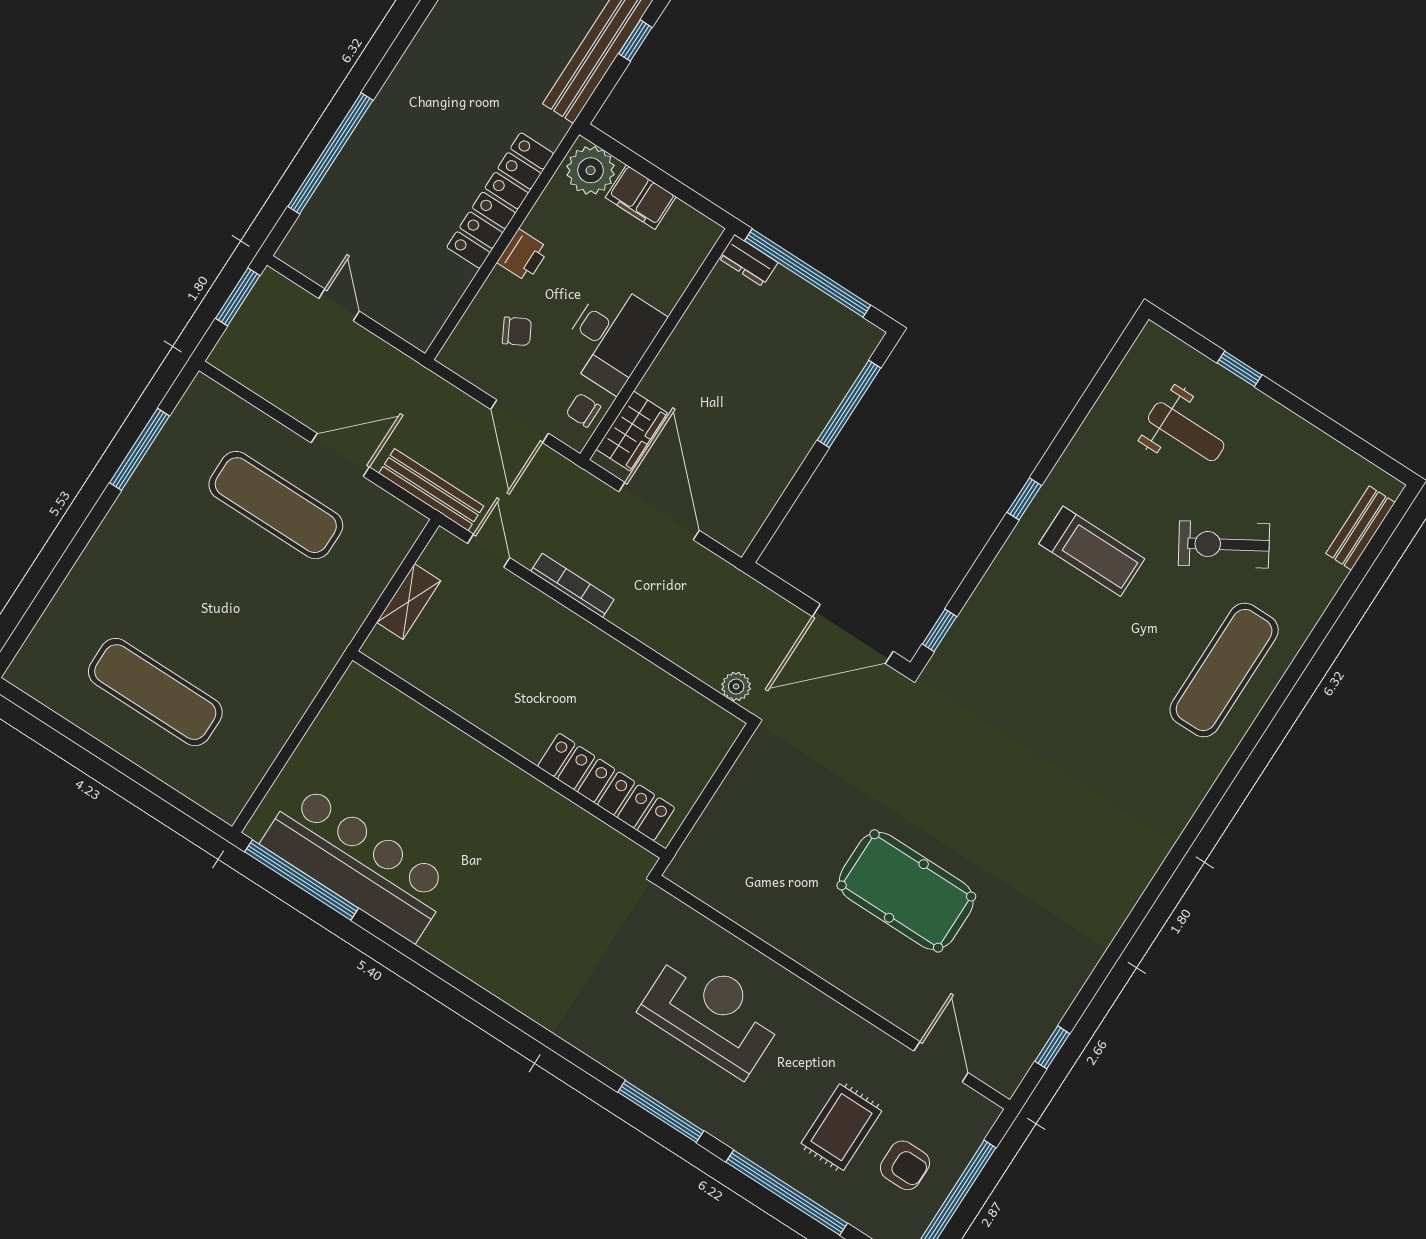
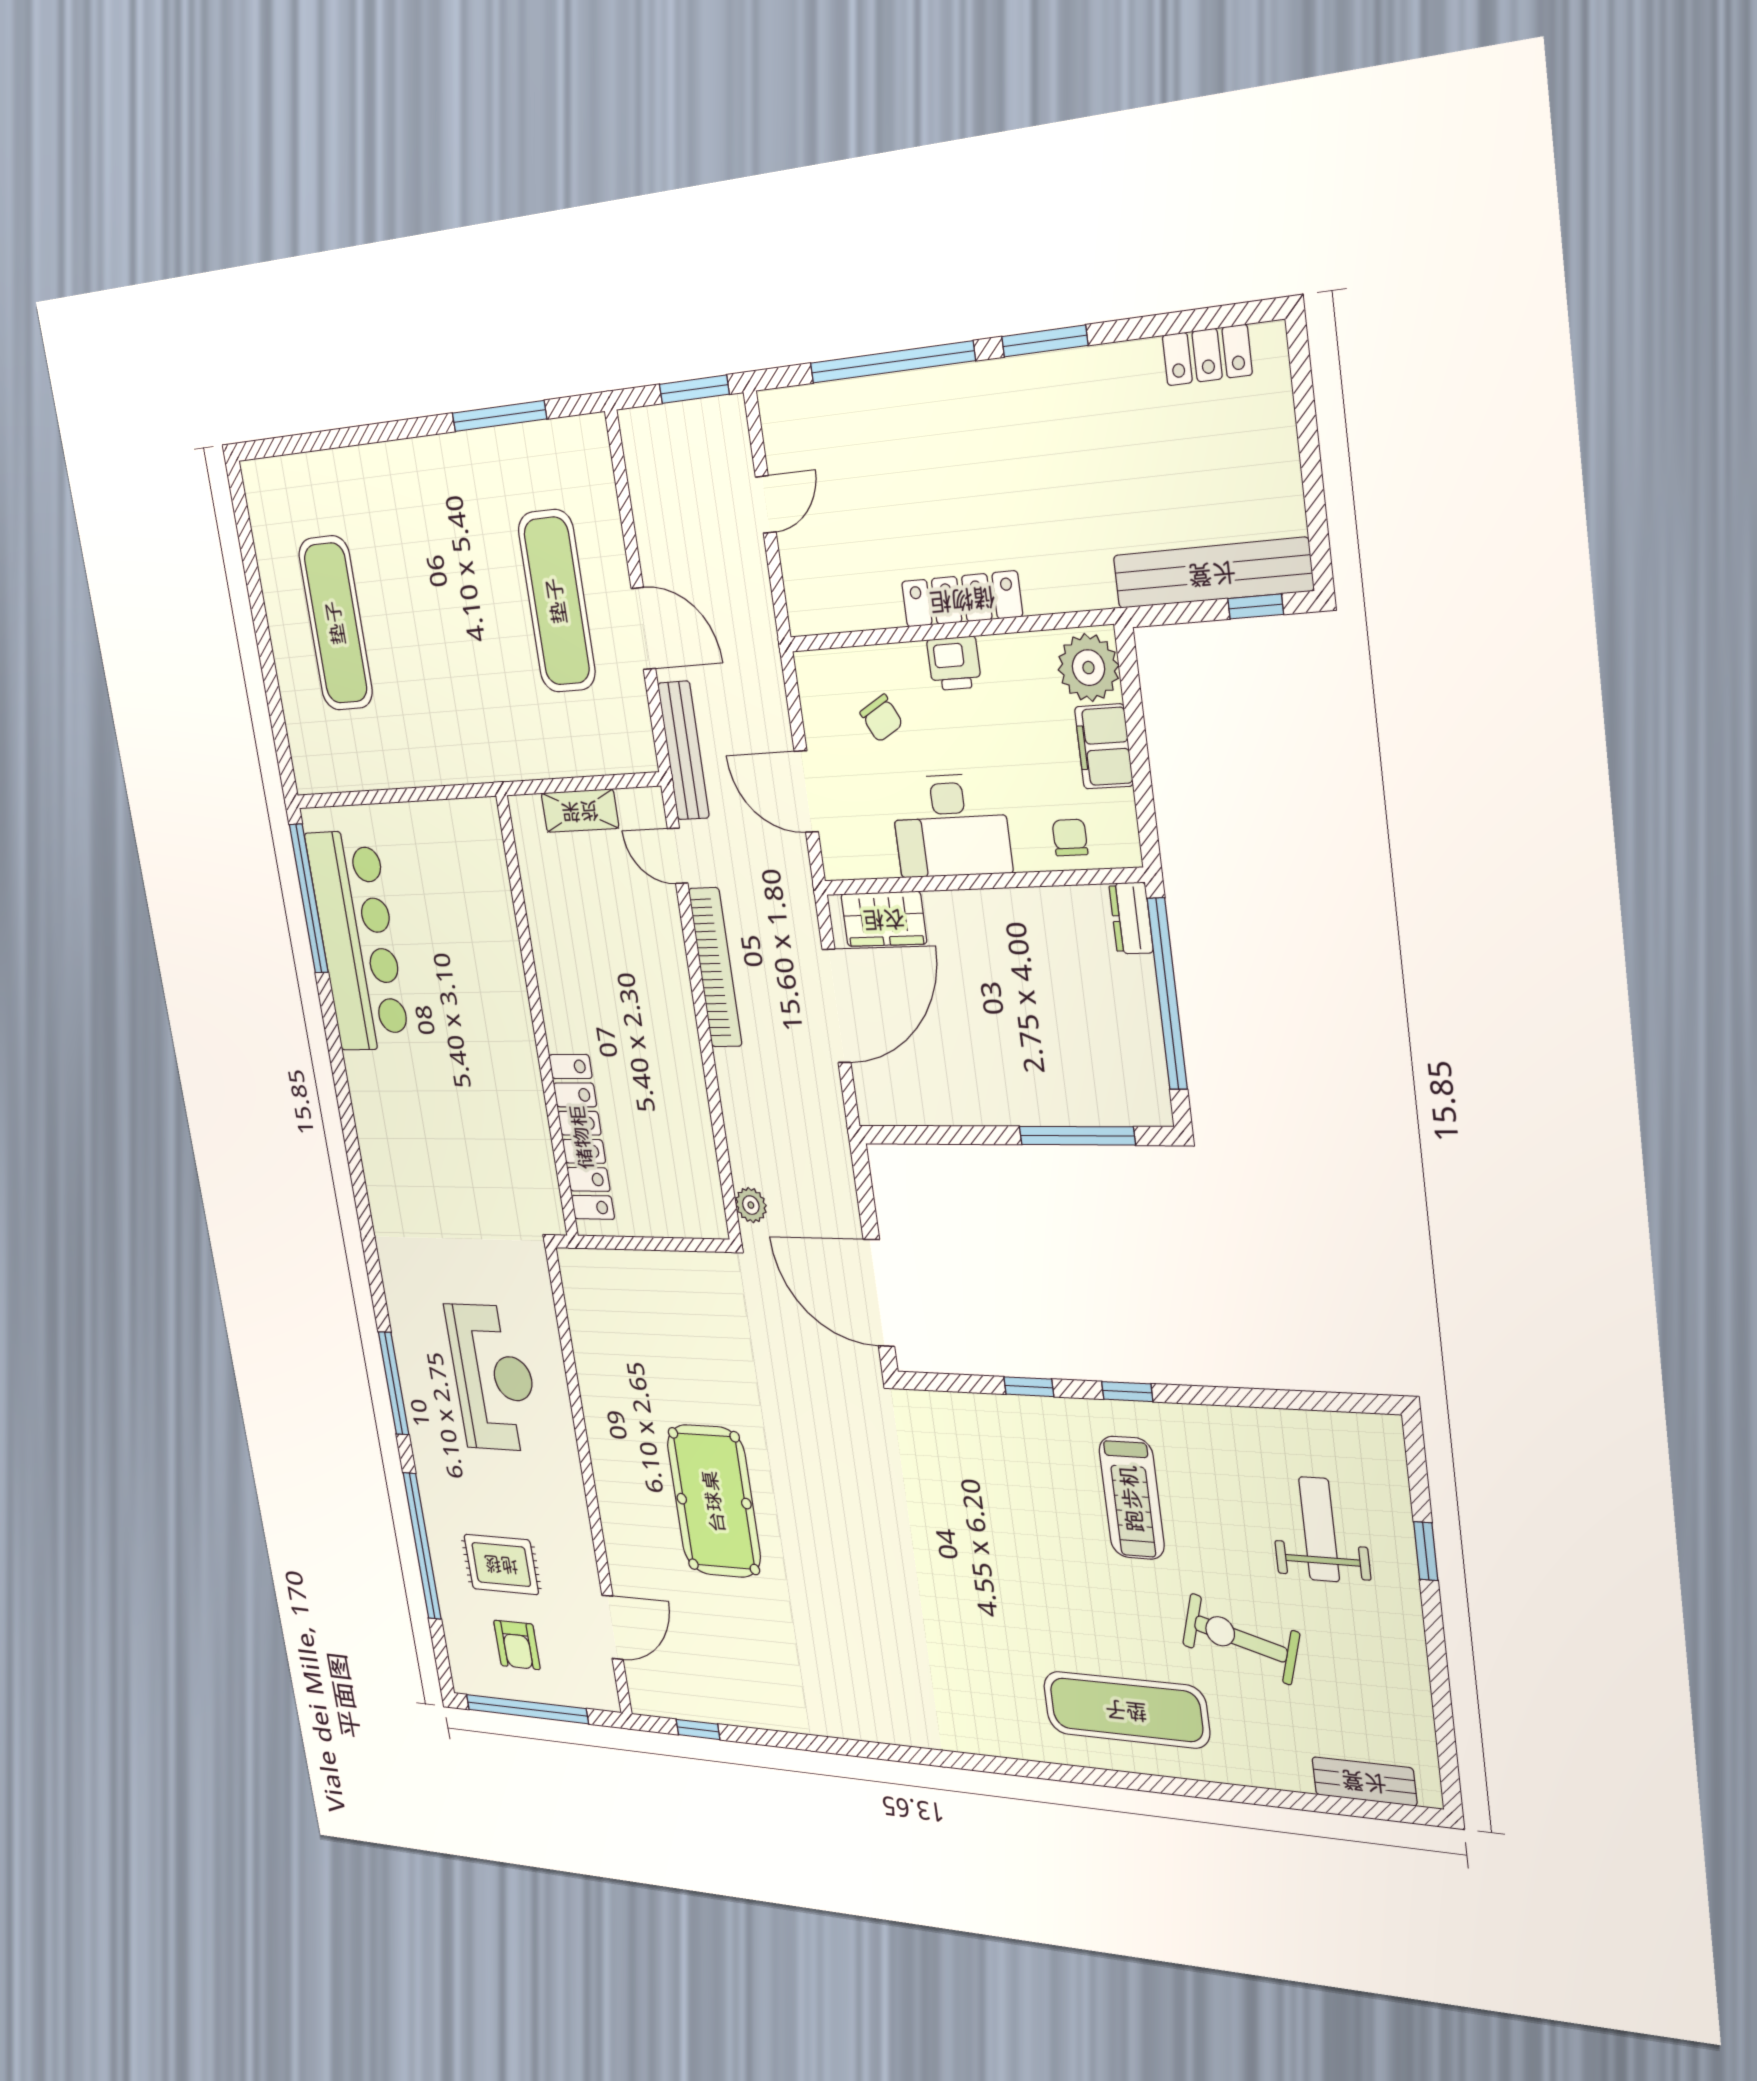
window: (397, 50) -> (1045, 341), added
locker: (500, 200) -> (962, 599), width x0.71, depth x0.83
chair: (583, 410) -> (1070, 838), moved
door: (520, 421) -> (806, 792), hinge flipped
weight bench: (1186, 432) -> (1319, 1529), turned 180
exercise bike: (1224, 544) -> (1241, 1639), turned -43
door: (489, 551) -> (678, 856), swing flipped
bookcase: (572, 585) -> (715, 968), width x1.48, depth x1.31
window: (940, 630) -> (1029, 1387), moved

